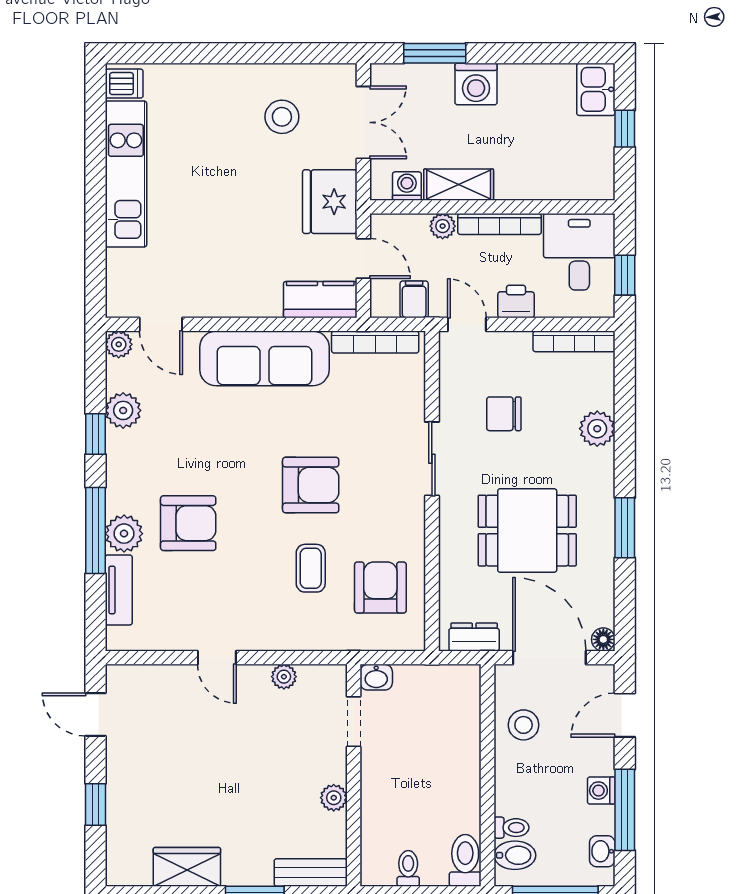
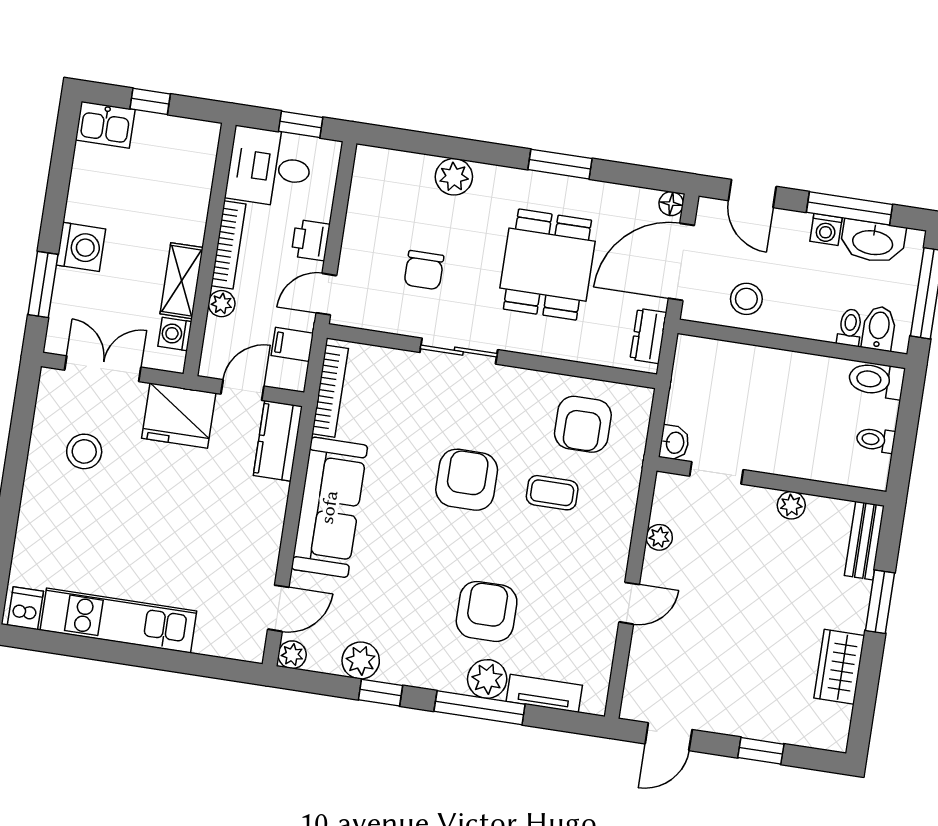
bookcase: (574, 341) -> (361, 187), removed
armchair: (380, 588) -> (583, 424), turned -90
washbasin: (602, 851) -> (873, 242), width x1.91, depth x1.45

